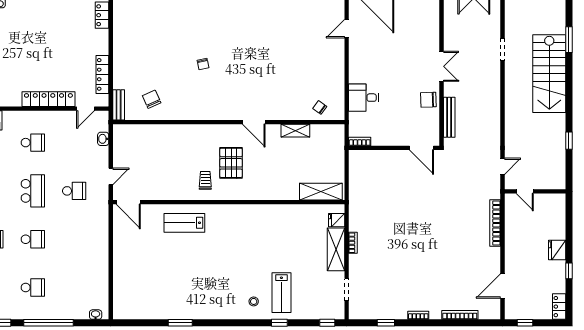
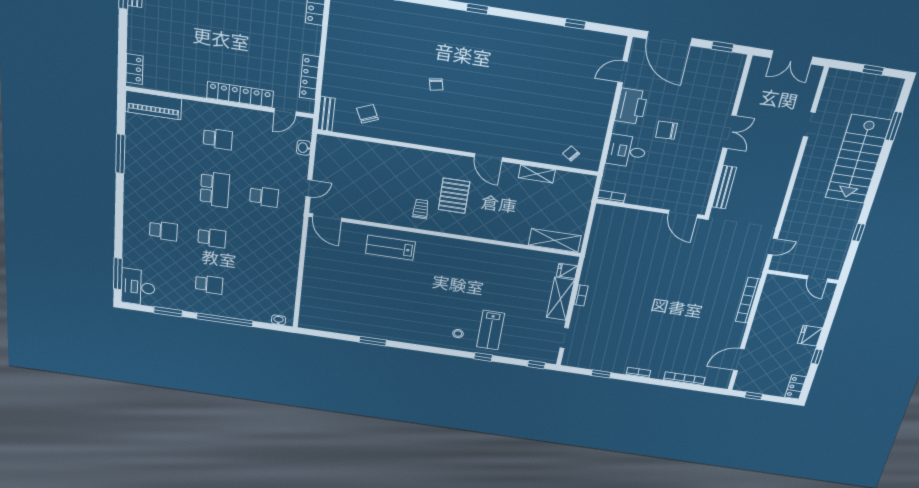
printer: (359, 57) -> (631, 106), added
chair: (428, 100) -> (666, 130), moved
door: (525, 191) -> (817, 279), moved

